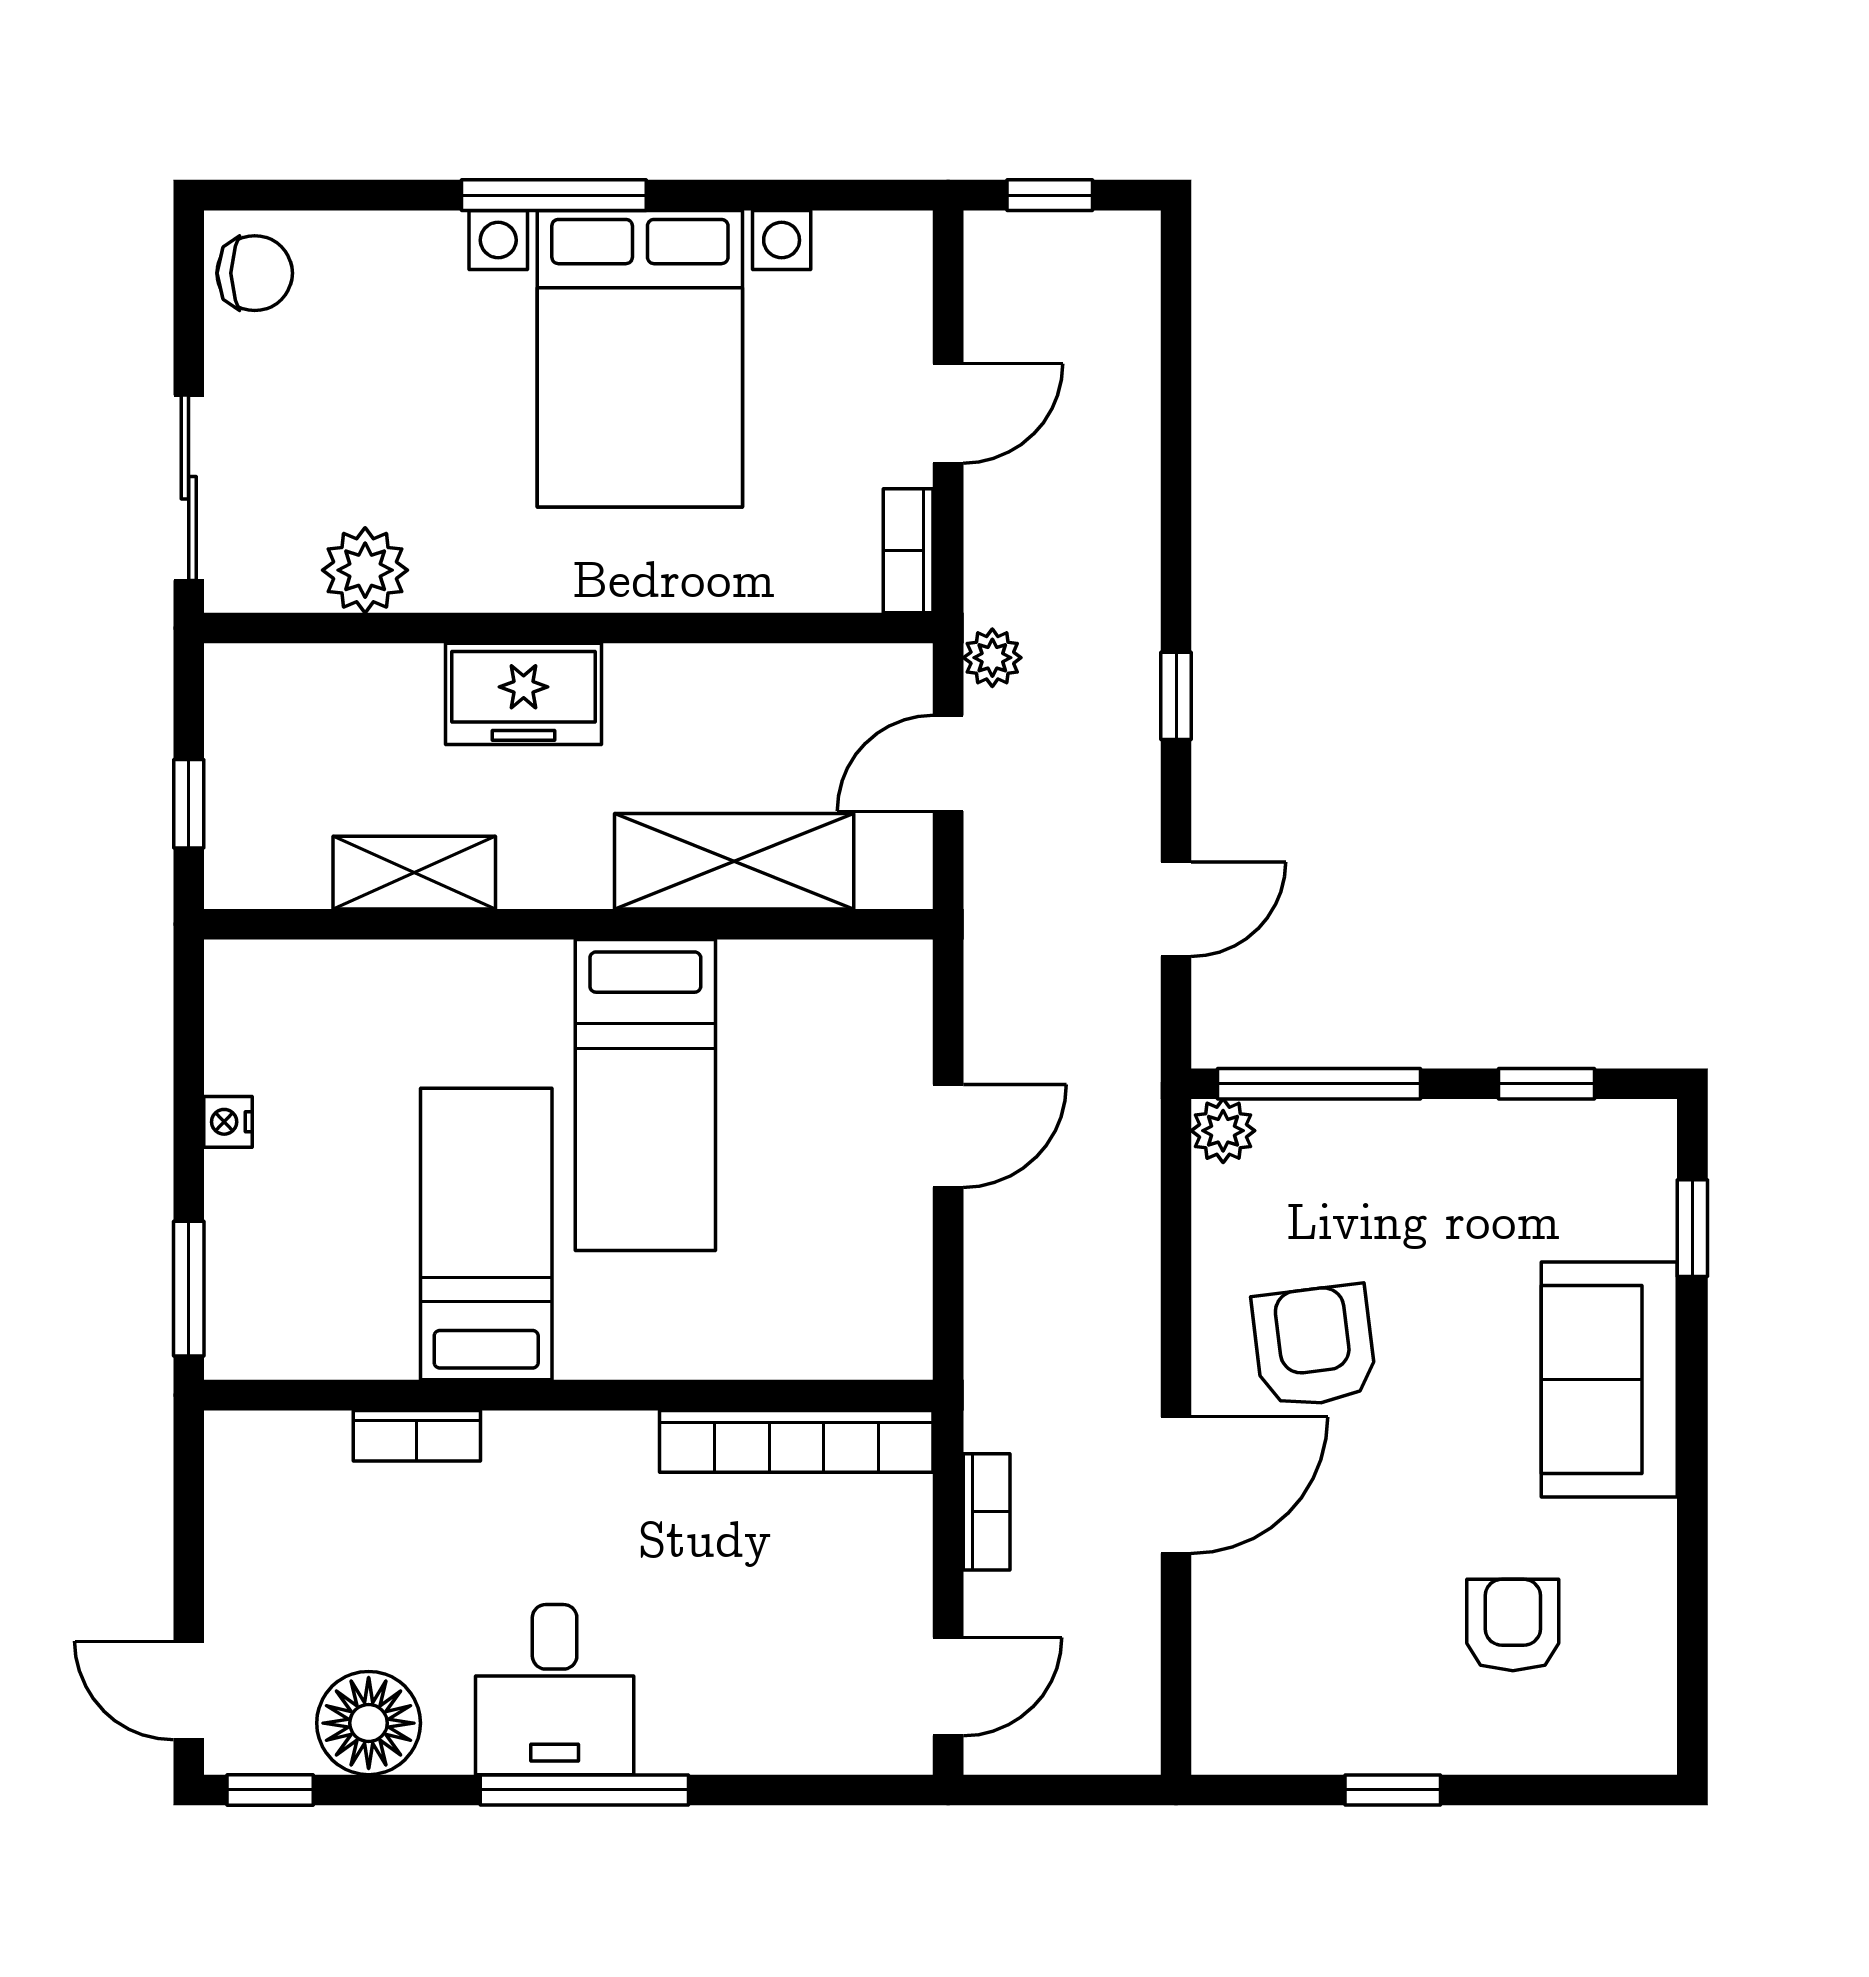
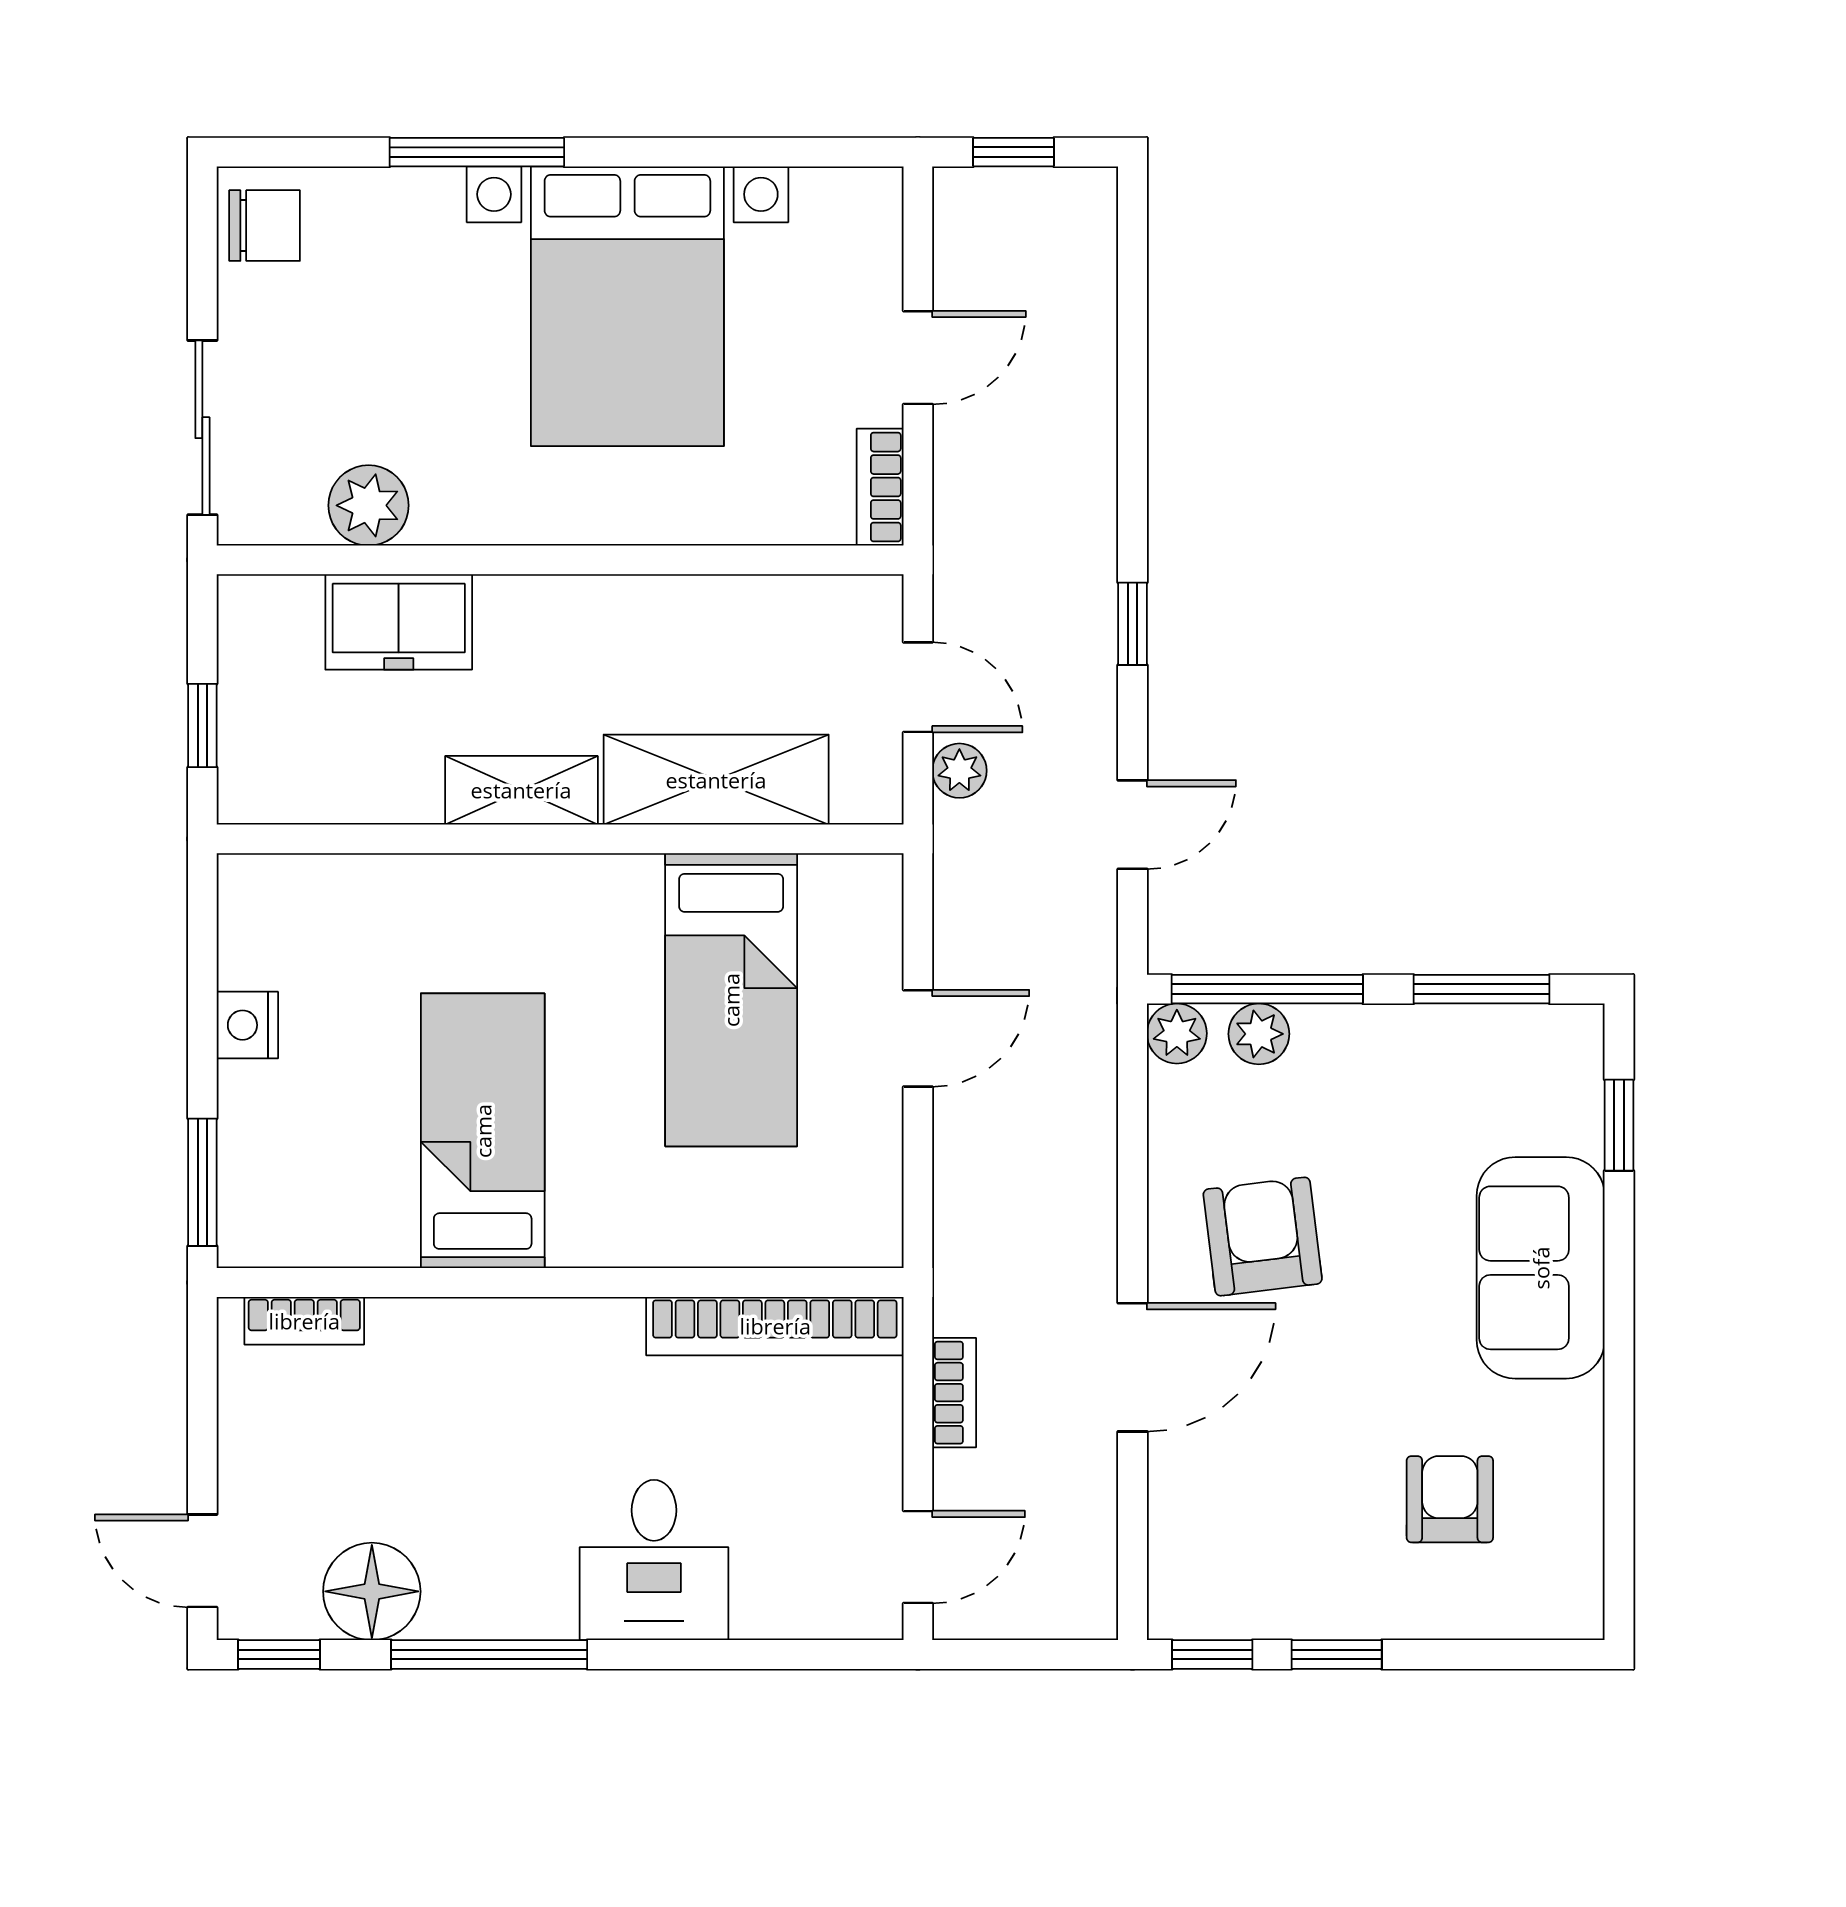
window: (554, 195) -> (477, 152), moved
plant: (992, 658) -> (959, 771), moved
freezer: (524, 694) -> (399, 622), moved
door: (948, 763) -> (918, 687), swing flipped
shelving: (414, 873) -> (521, 790), moved
window: (1546, 1084) -> (1481, 989), width x1.50
bed: (645, 1095) -> (731, 1000), moved
nightstand: (228, 1122) -> (247, 1025), width x1.39, depth x1.35
plant: (1310, 1131) -> (1259, 1034), added
bookcase: (417, 1436) -> (304, 1321), moved
desk: (555, 1690) -> (654, 1560), moved
window: (584, 1790) -> (489, 1655), moved
window: (1261, 1790) -> (1212, 1655), added

